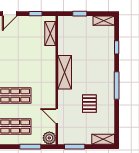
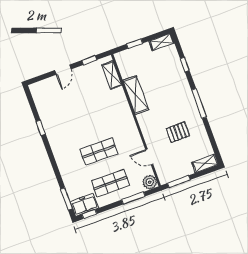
shelving: (65, 72) -> (136, 95), moved
pallet: (89, 104) -> (178, 132), turned 90

